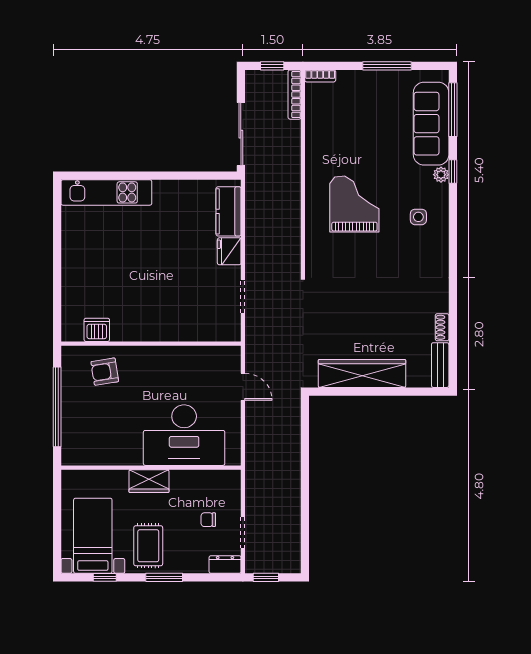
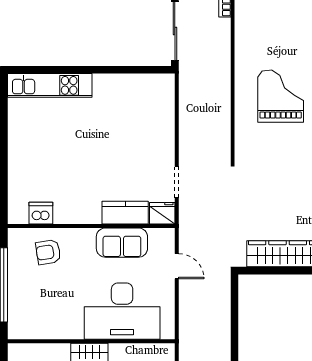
kitchen counter: (229, 211) -> (125, 213), moved, turned 90
fridge: (229, 251) -> (162, 213), moved, turned 90
sofa: (184, 361) -> (122, 243), added

